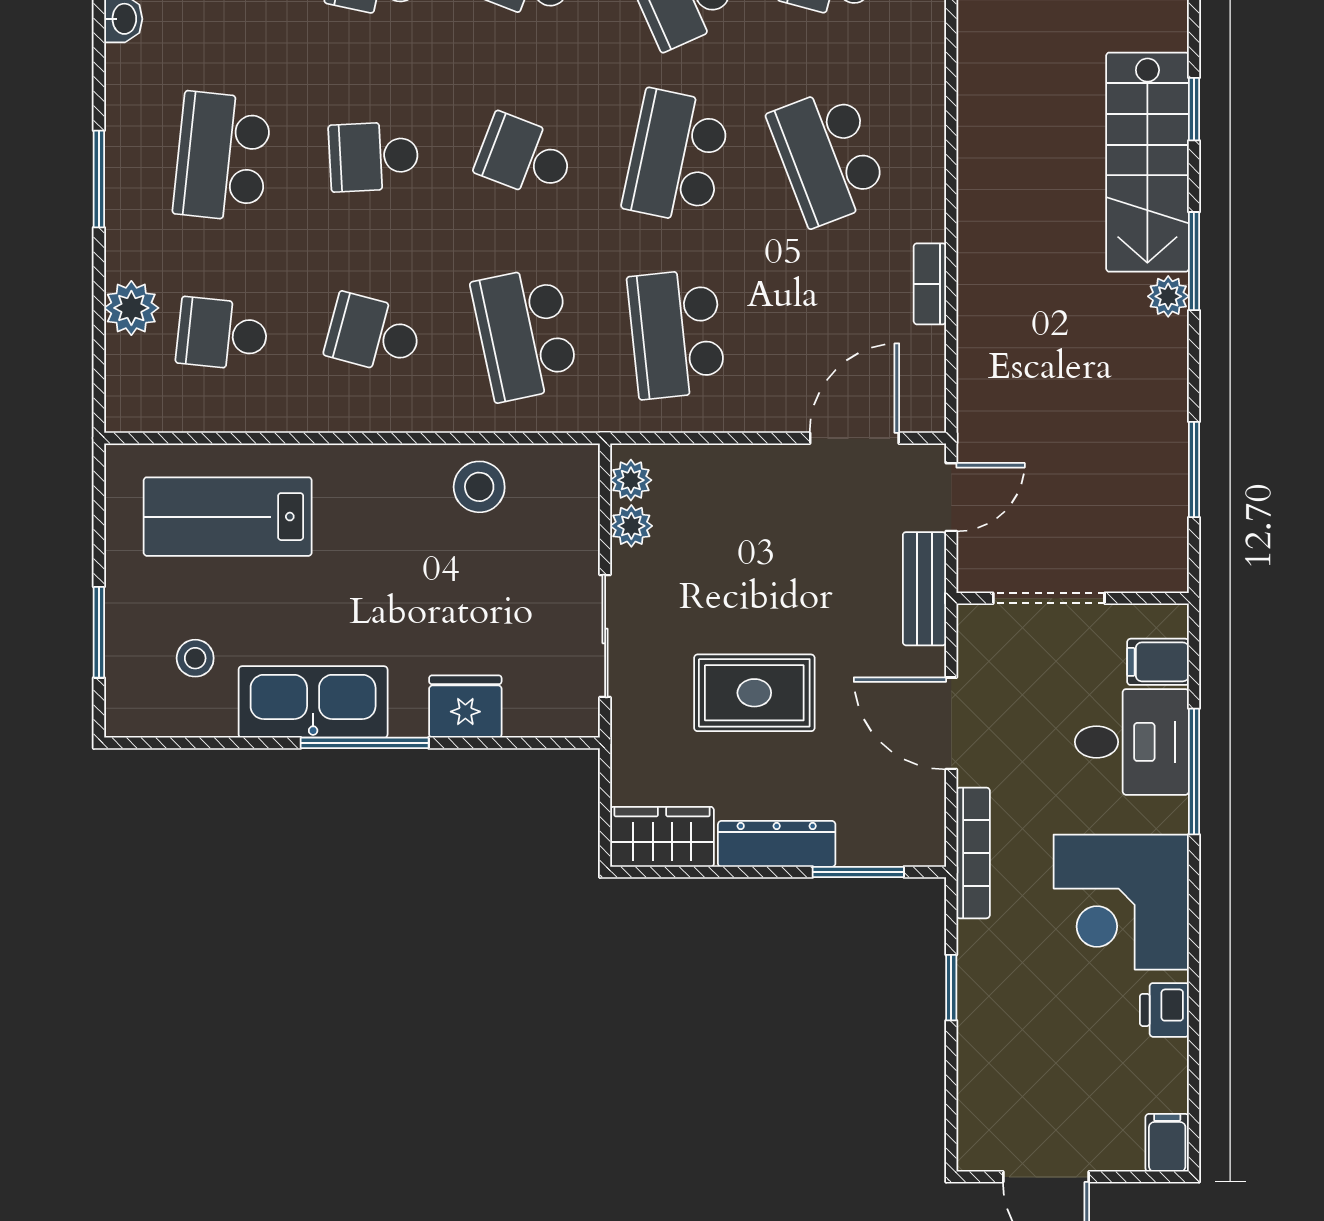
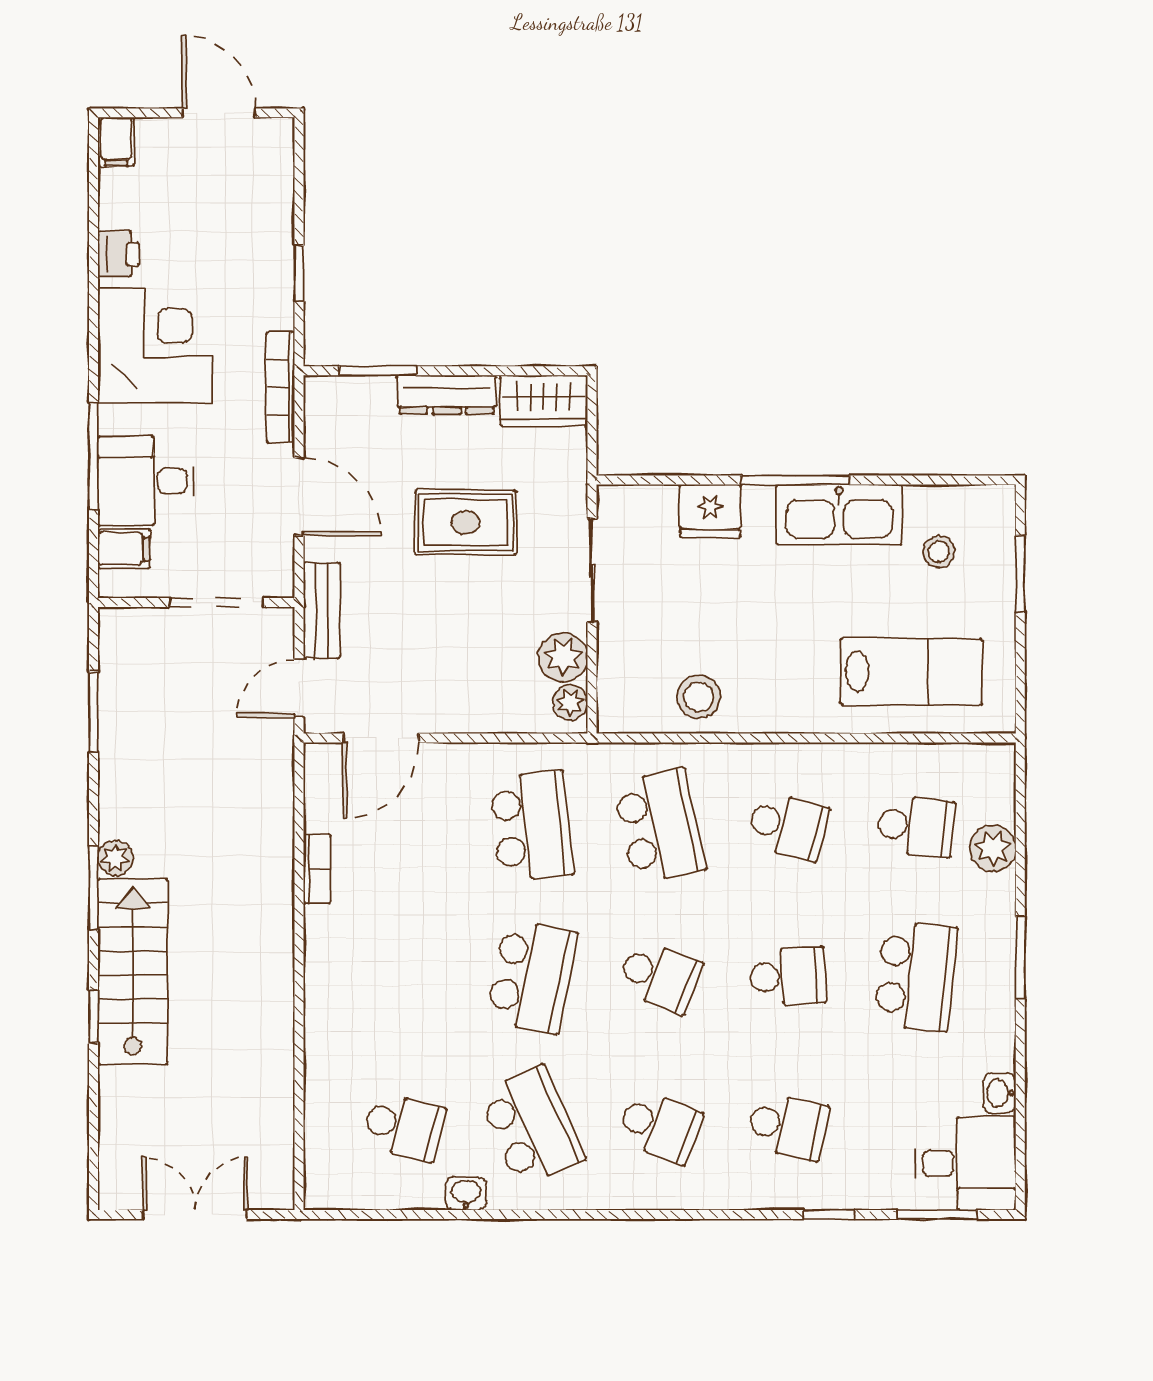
school desk: (828, 157) -> (403, 976), removed
plant: (631, 526) -> (563, 657), width x1.38, depth x1.38

